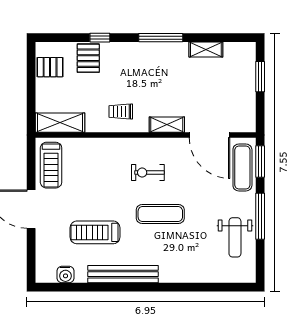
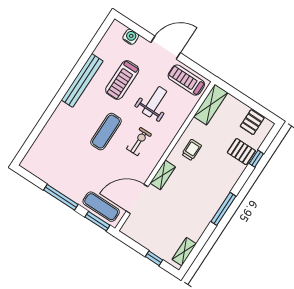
window: (100, 38) -> (256, 159), moved
shelving: (206, 49) -> (184, 252), moved
window: (260, 77) -> (154, 258), width x0.67
treadmill: (95, 232) -> (122, 80), turned 180
weight bench: (235, 237) -> (155, 102), moved, turned 90
water cooler: (65, 275) -> (131, 37), moved, turned 90

